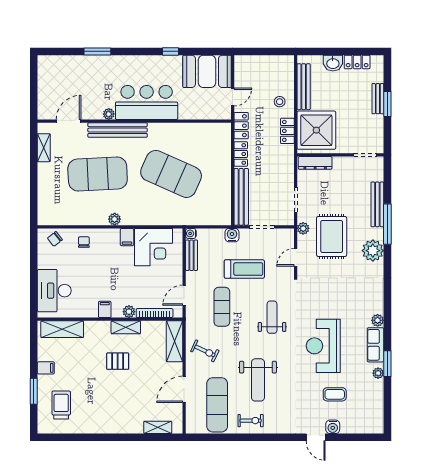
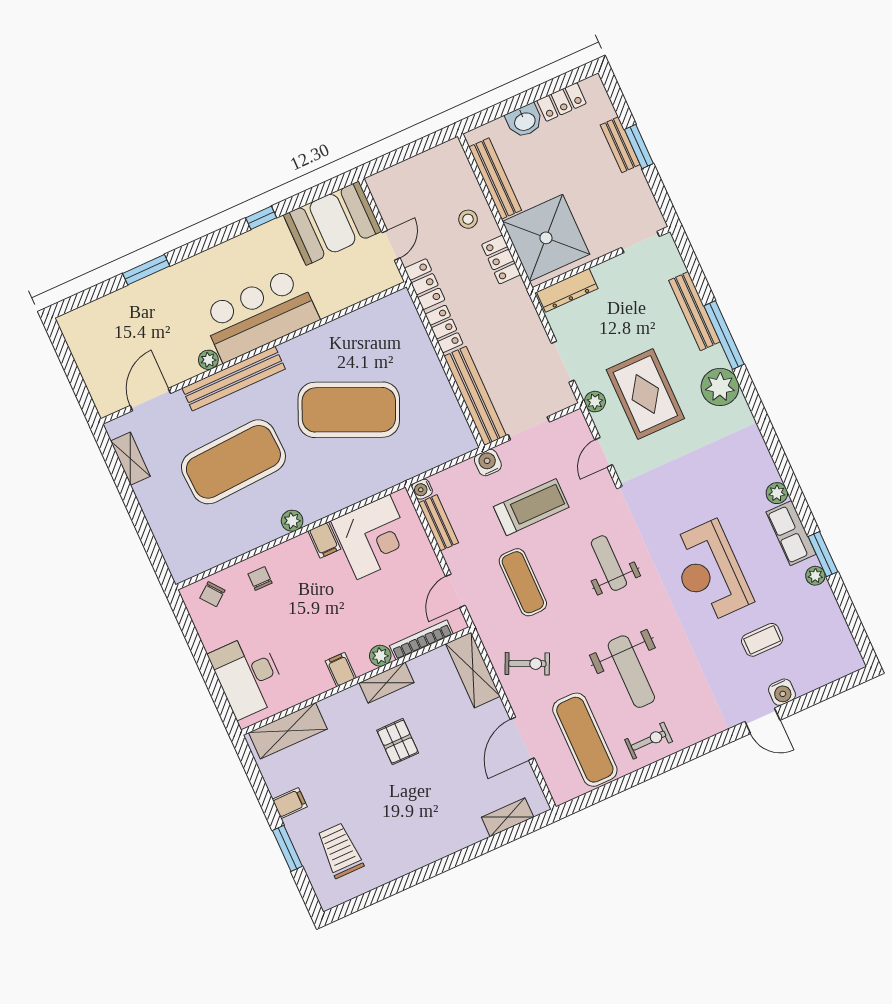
pallet: (118, 361) -> (398, 742), turned 90

